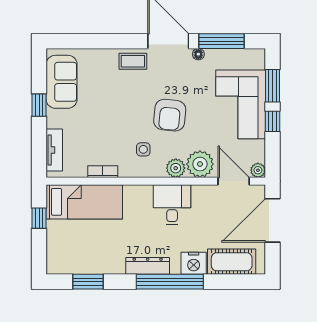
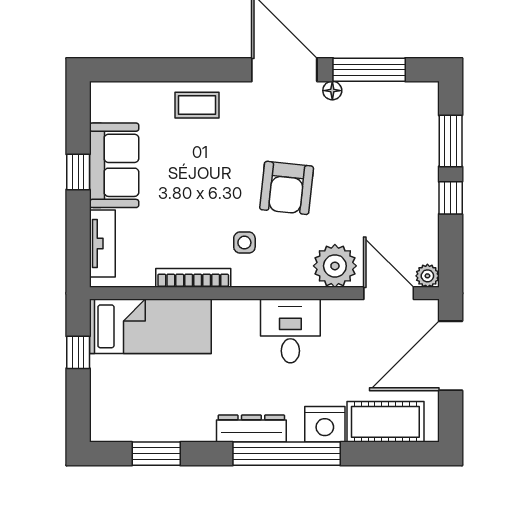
coffee table: (133, 61) -> (197, 105), moved
sofa: (62, 82) -> (114, 165), moved
corner sofa: (241, 104) -> (400, 171), removed
plant: (176, 168) -> (296, 272), removed
bookcase: (103, 172) -> (193, 278), width x1.56

